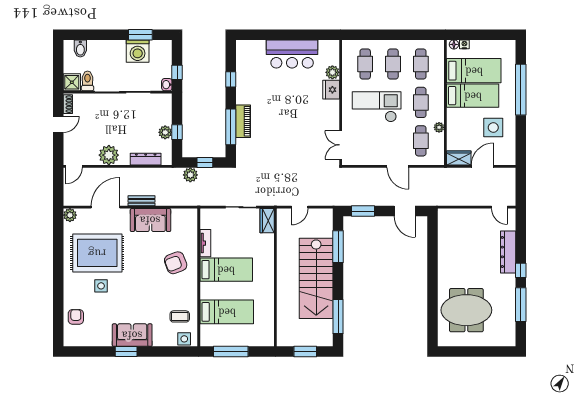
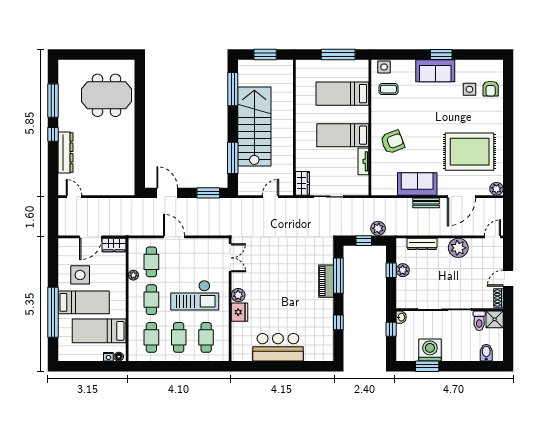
plant: (332, 72) -> (238, 295), moved
bed: (473, 96) -> (84, 302), moved, turned 180
side table: (101, 286) -> (469, 89), moved

